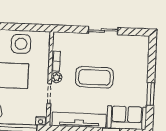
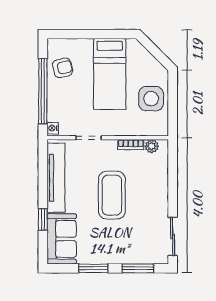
sliding door: (103, 31) -> (173, 236), moved
window: (152, 60) -> (138, 268), added
plant: (56, 77) -> (152, 146), moved

